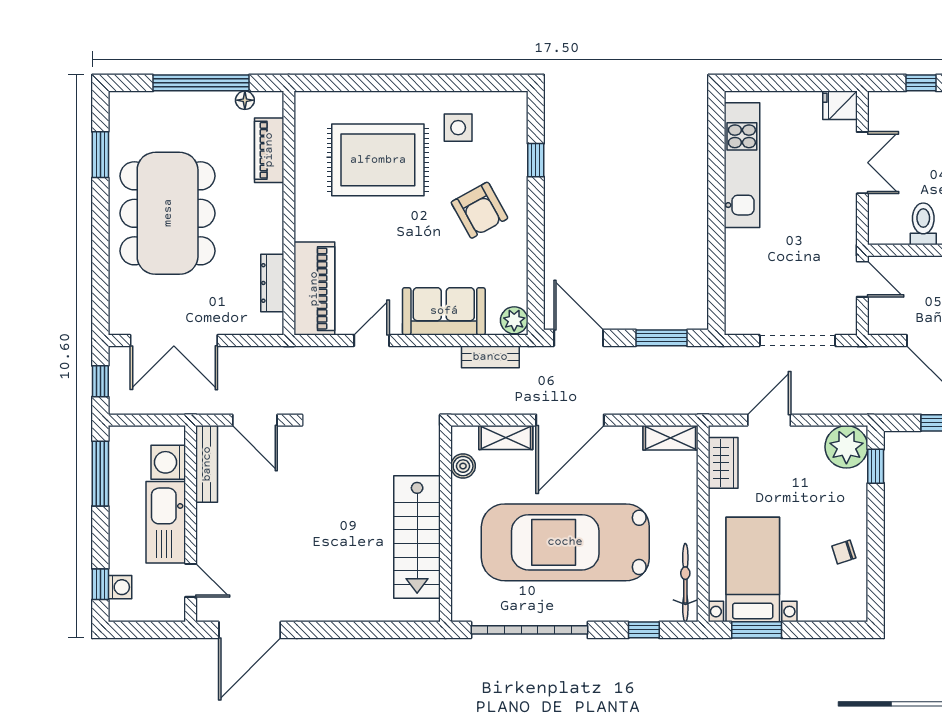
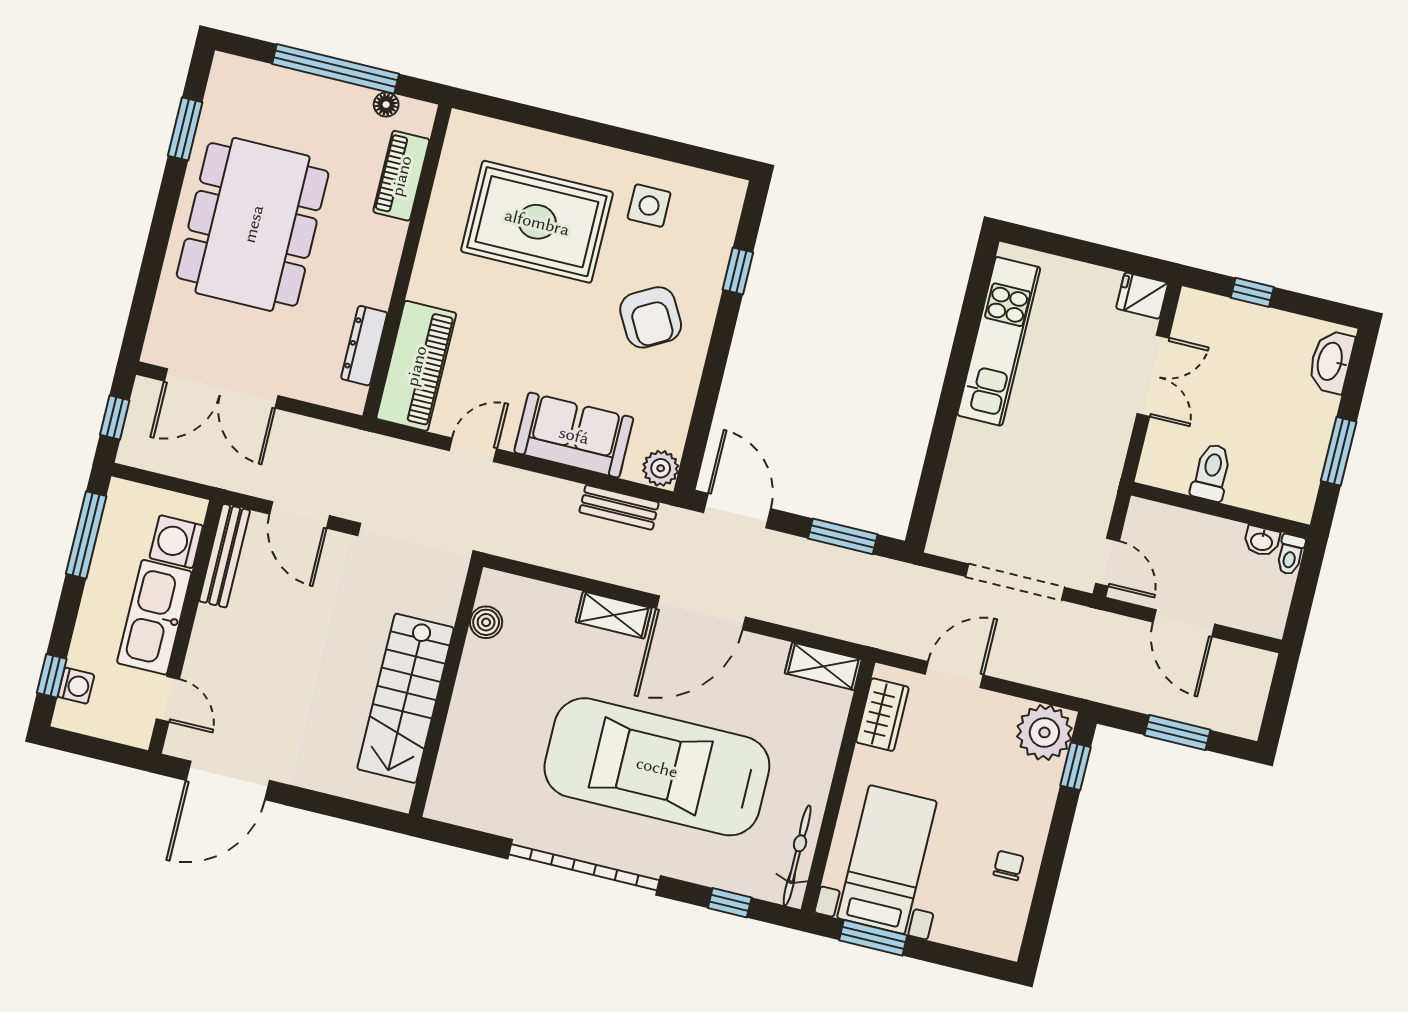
door: (862, 279) -> (1107, 562), moved
boiler: (463, 466) -> (486, 622), moved
wall: (445, 524) -> (446, 690), moved
stairs: (417, 537) -> (406, 698), moved
chair: (844, 552) -> (1008, 866), turned 108

